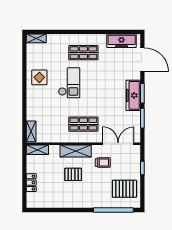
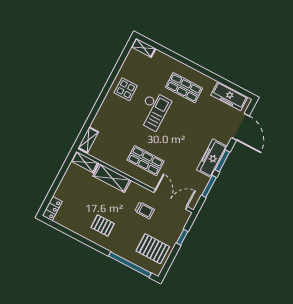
shelving: (76, 151) -> (112, 178), moved
pallet: (73, 174) -> (103, 226), moved
locker: (31, 183) -> (52, 208), moved

